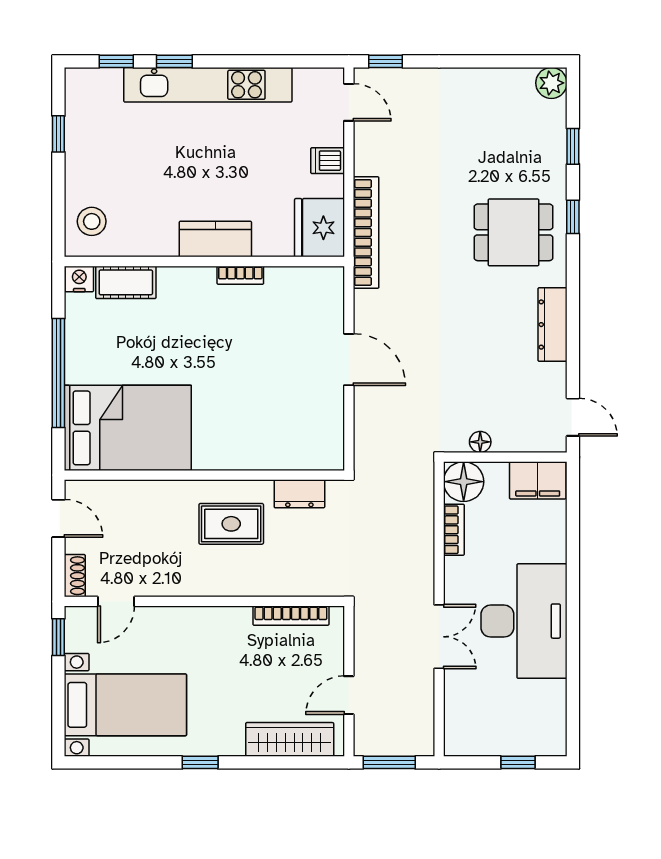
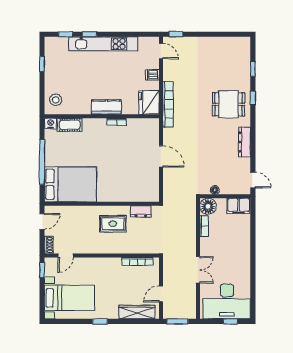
plant: (551, 83) -> (244, 43), removed
door: (58, 518) -> (42, 221), hinge flipped
desk: (524, 621) -> (227, 301), moved, turned 90

